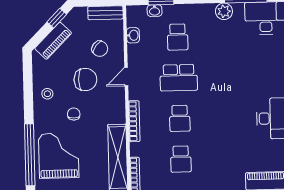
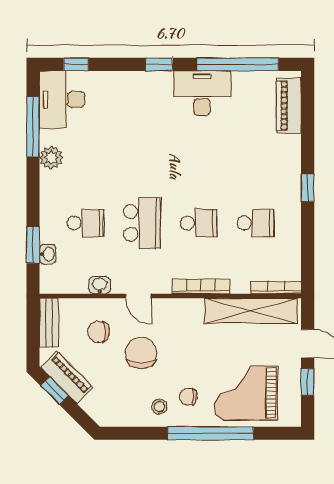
washbasin: (133, 35) -> (100, 285), moved
piano: (53, 41) -> (67, 378), moved
chair: (100, 49) -> (99, 332), turned -128
chair: (74, 114) -> (188, 397), moved
window: (30, 155) -> (211, 433), moved

